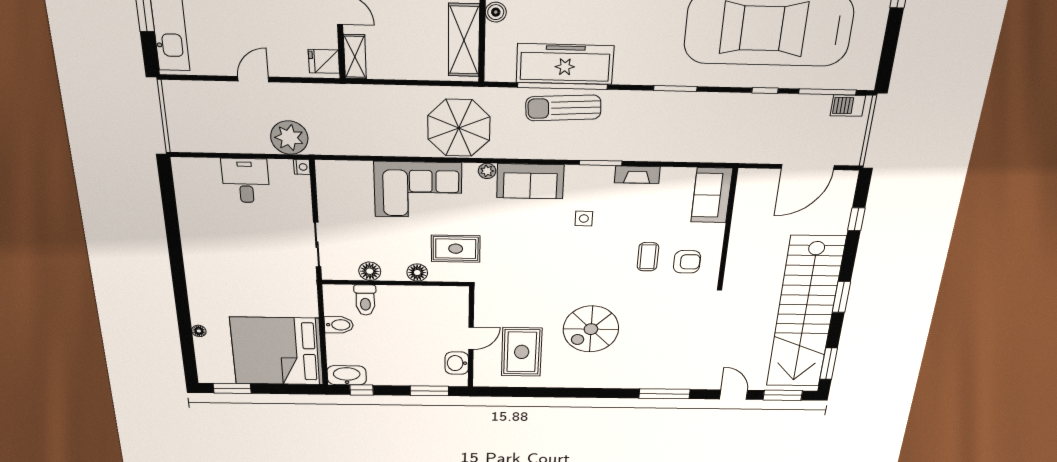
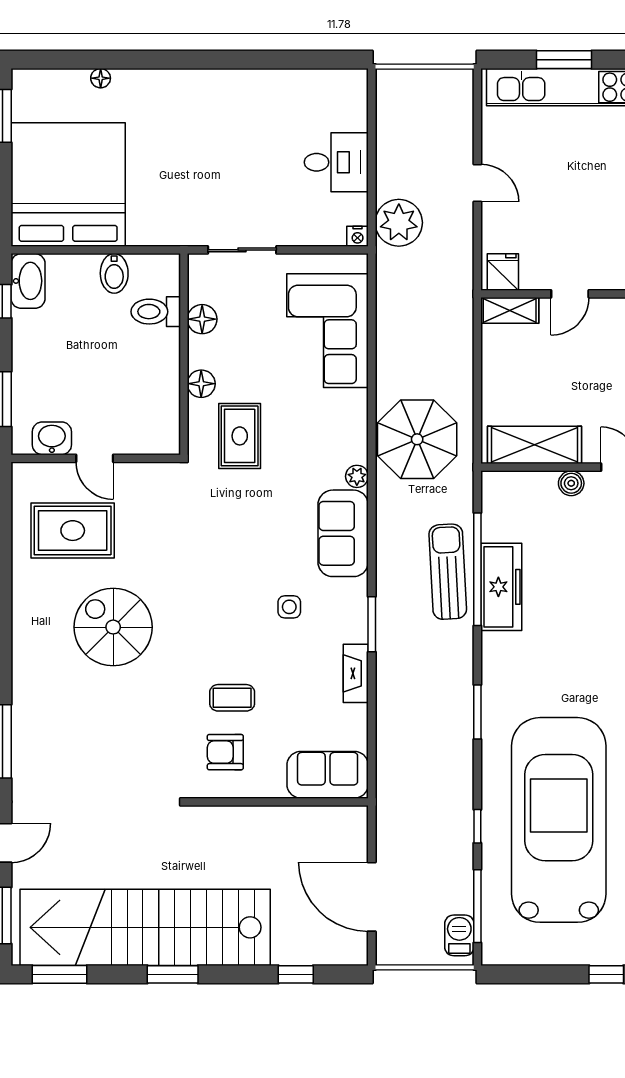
freezer: (565, 64) -> (501, 587), width x0.73, depth x0.79
corner sofa: (418, 190) -> (328, 331), moved
armchair: (687, 262) -> (225, 752), turned 90

